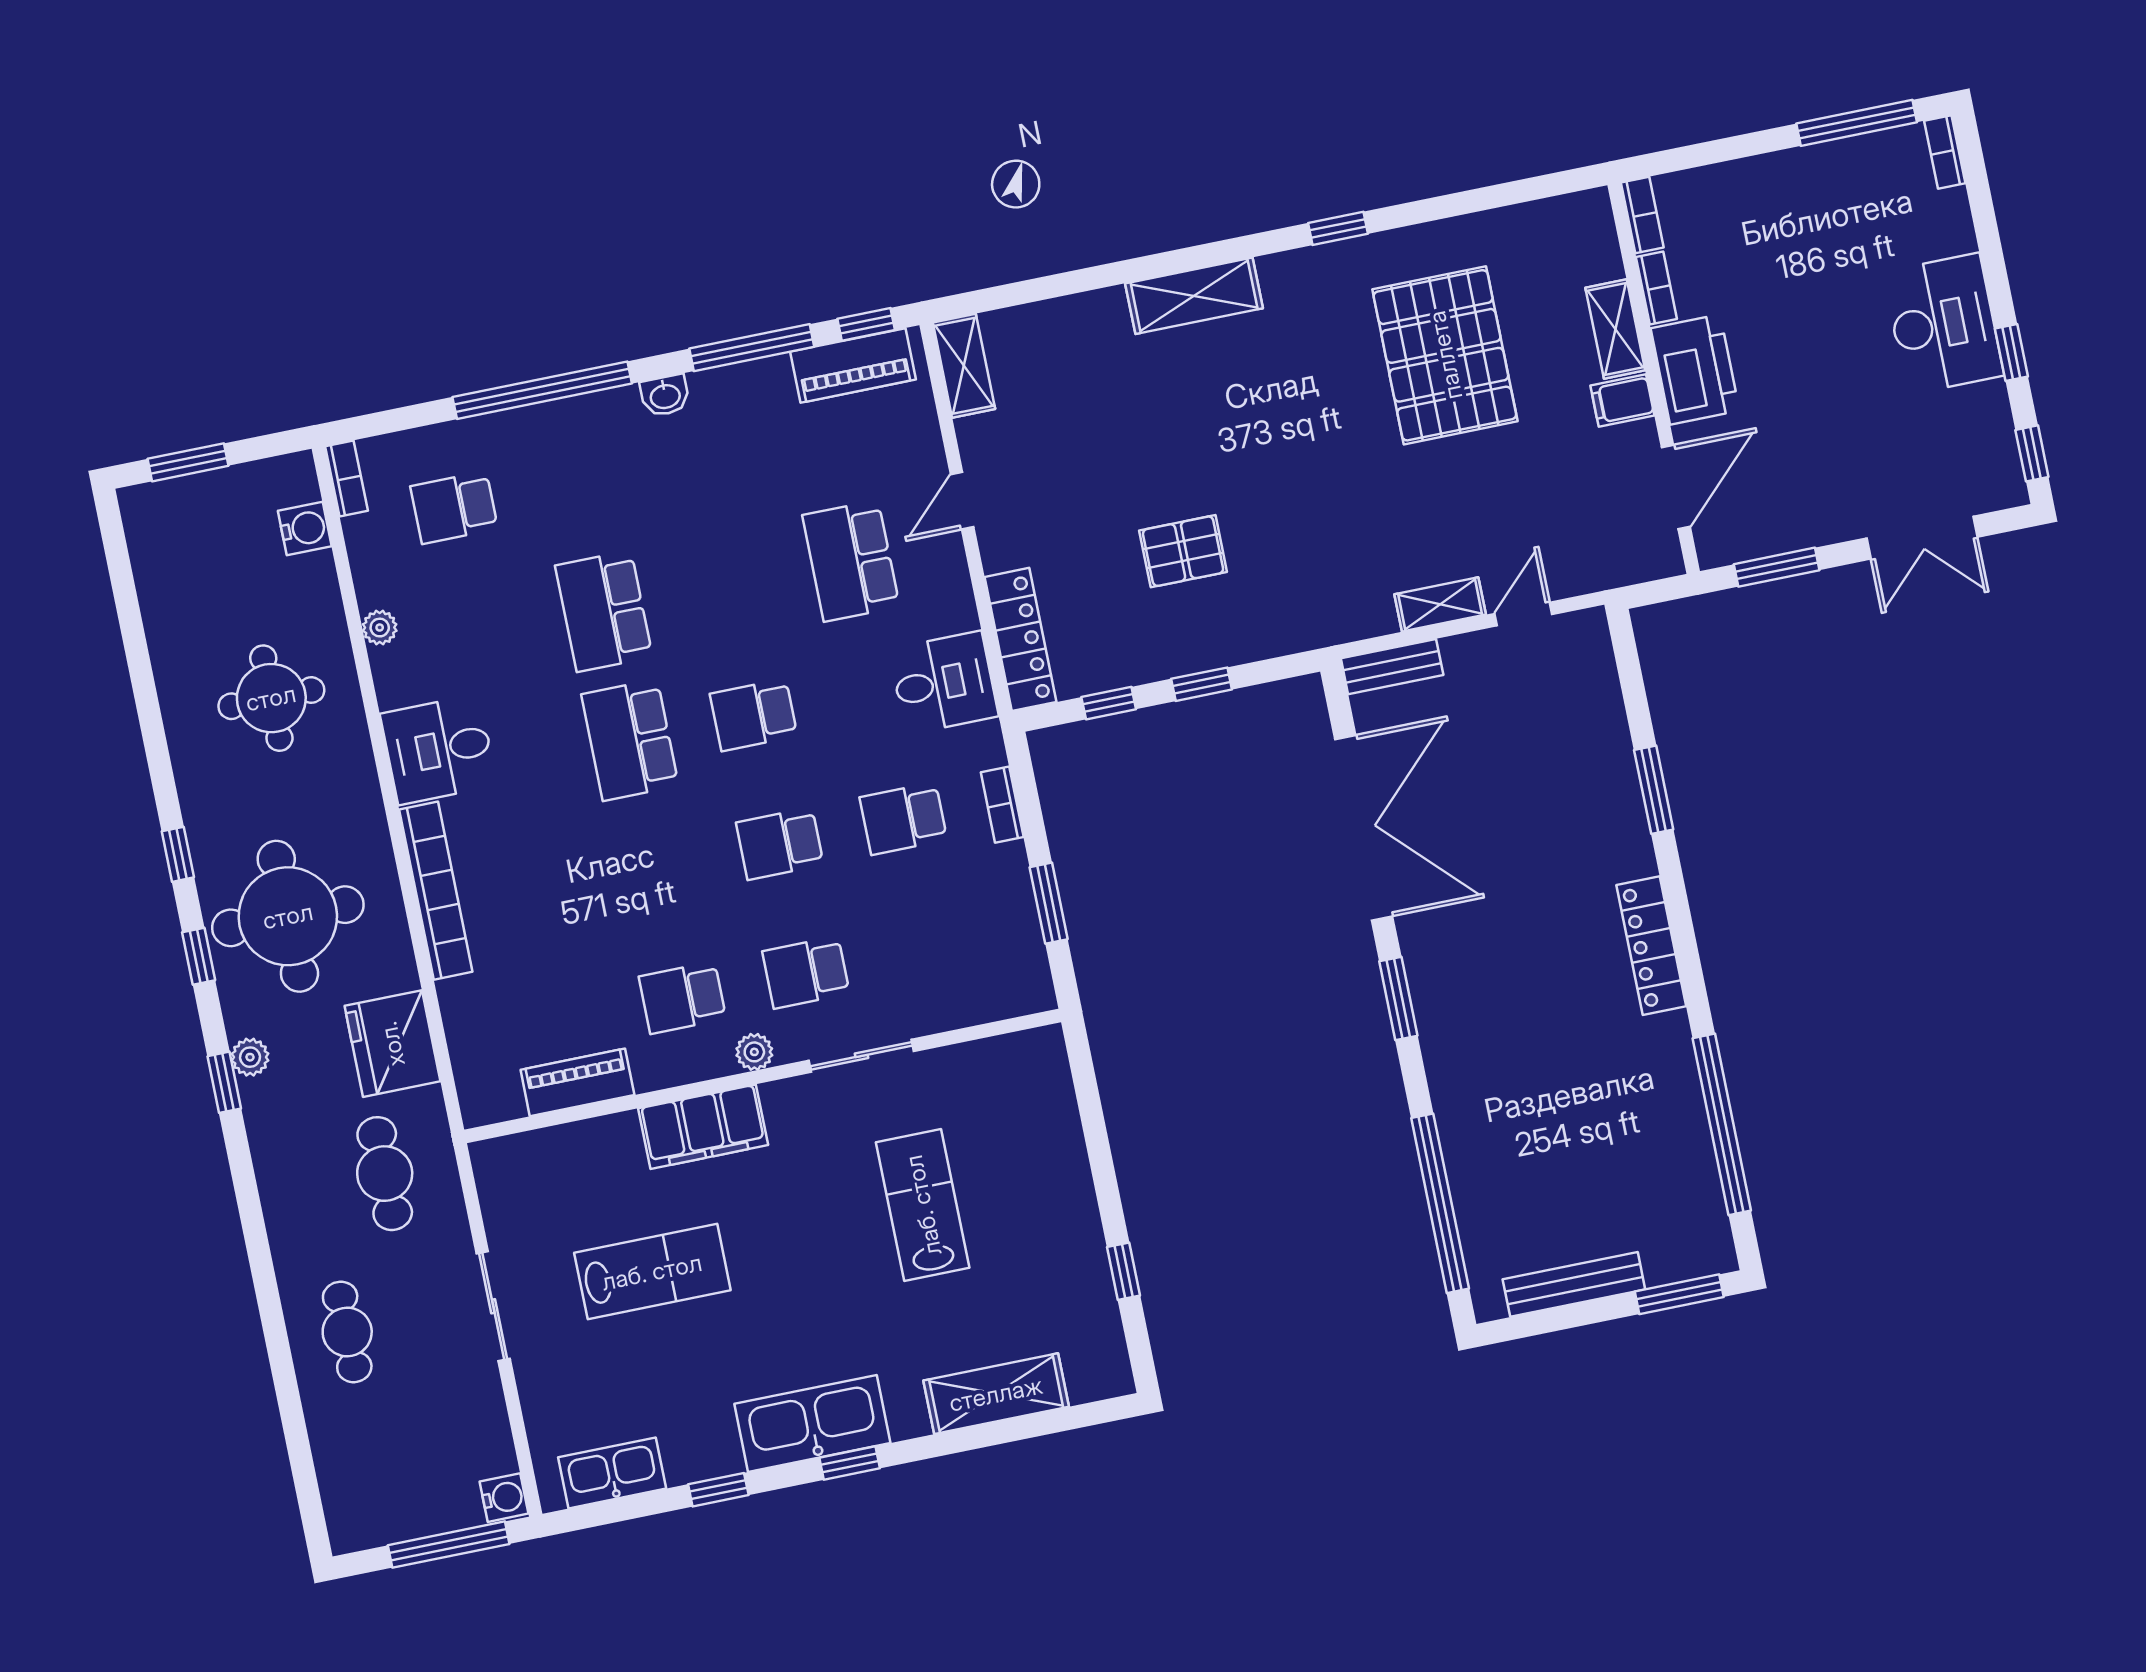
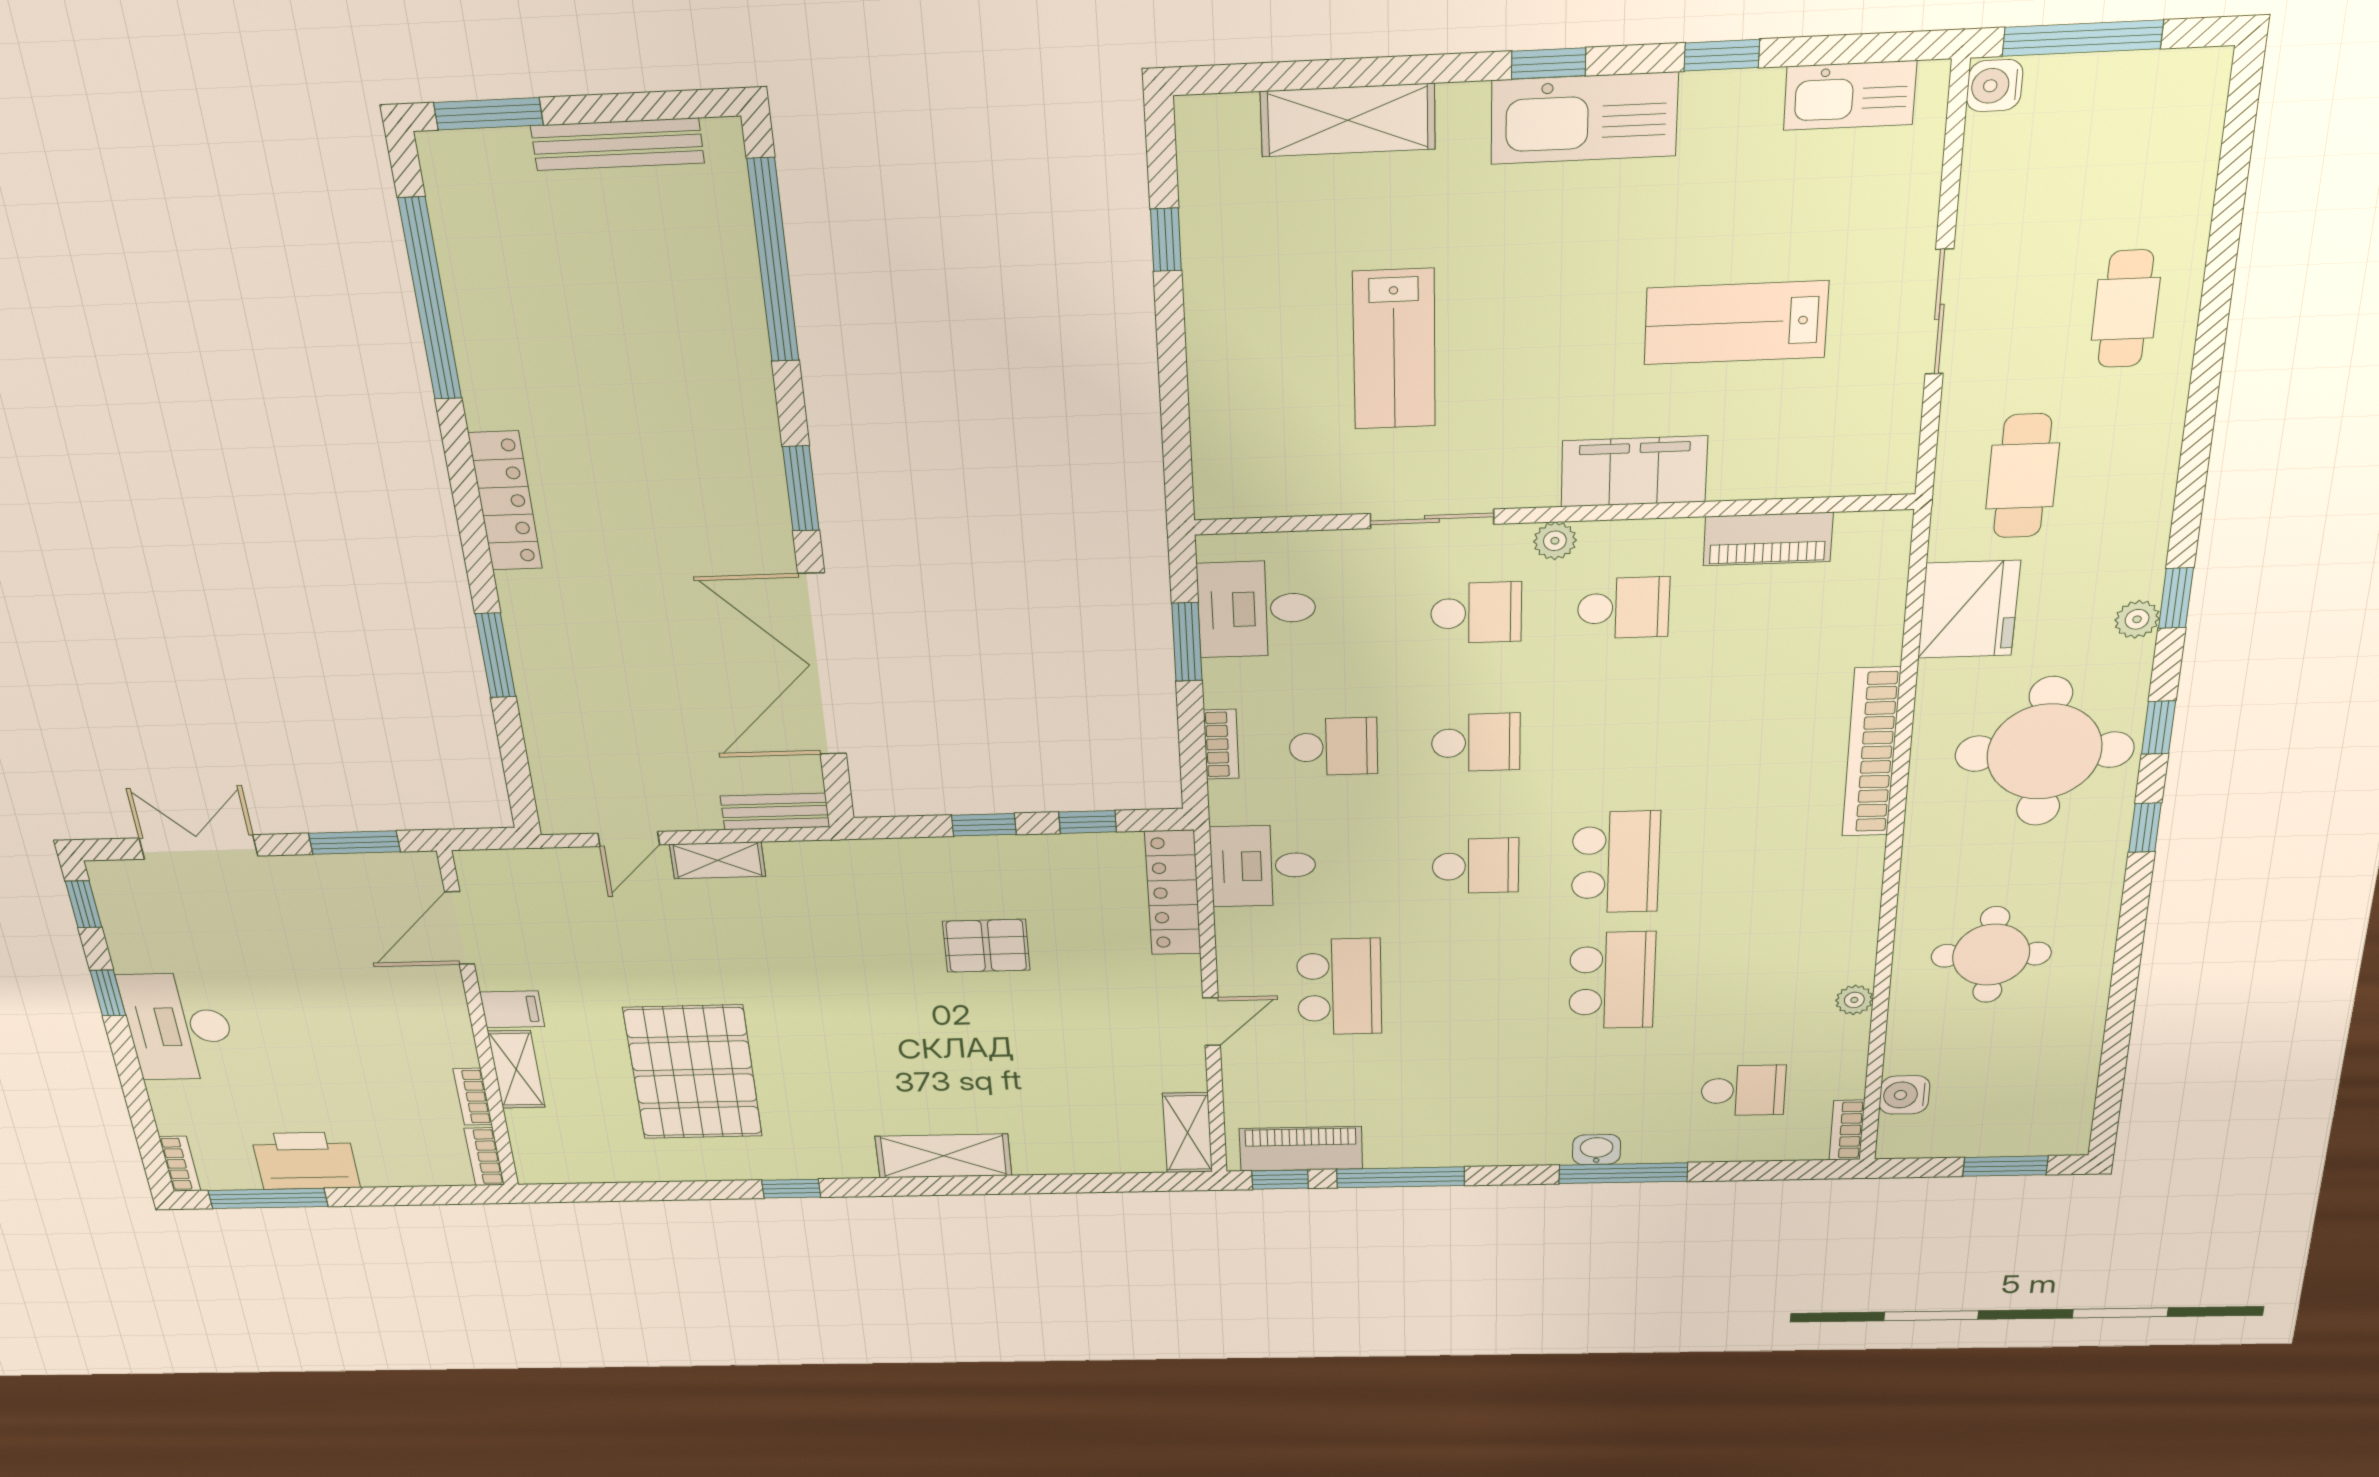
printer: (1695, 369) -> (306, 1161), moved, turned 90
window: (542, 390) -> (1623, 1173), width x0.68
washbasin: (665, 396) -> (1596, 1150), moved
desk: (439, 750) -> (1257, 609), moved, turned 180

